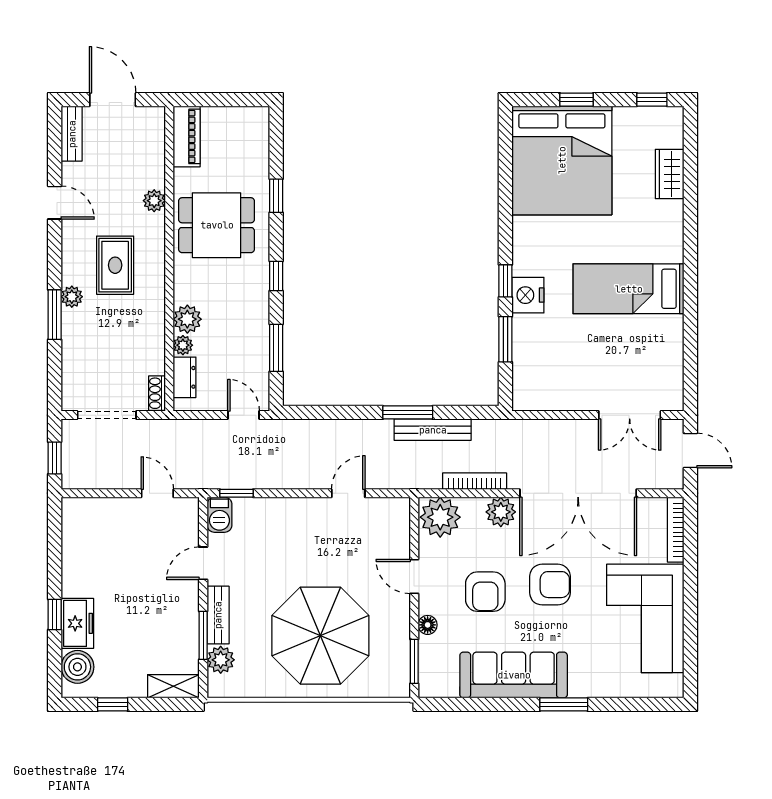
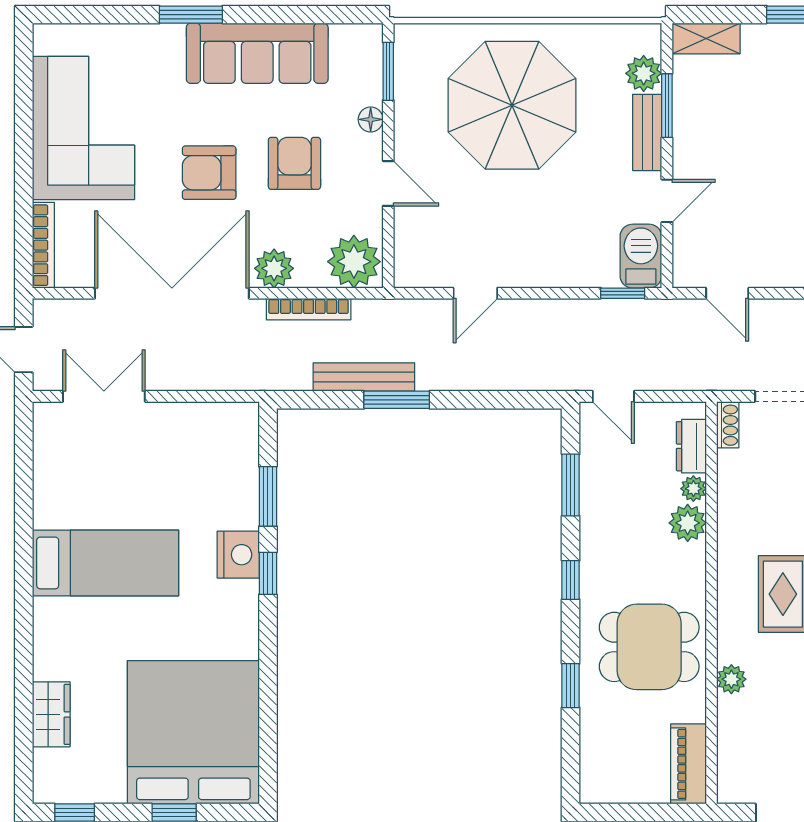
barbecue: (219, 515) -> (641, 256), width x1.38, depth x1.27

